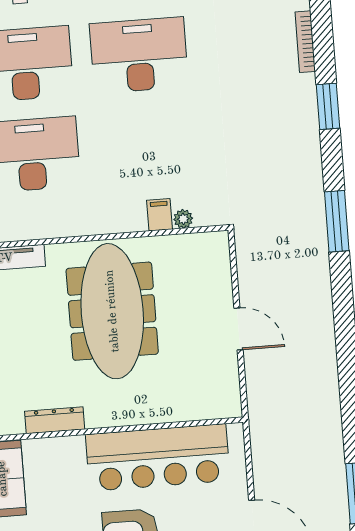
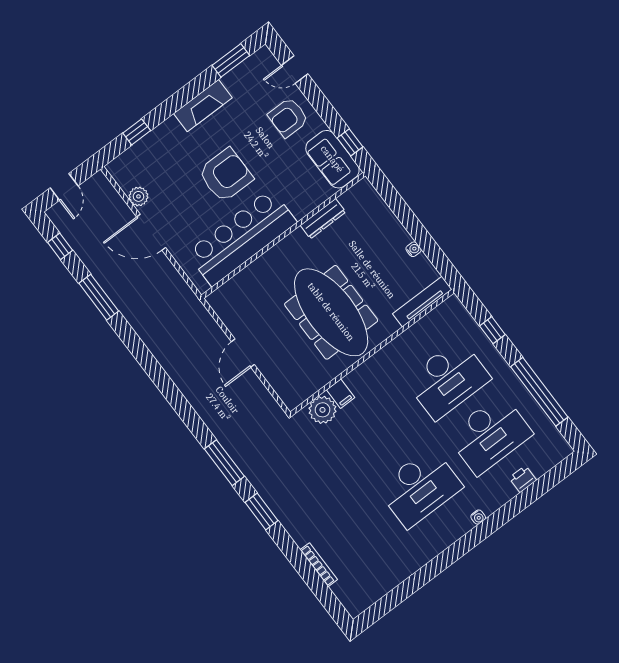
window: (328, 106) -> (261, 512), moved
plant: (183, 219) -> (323, 410), width x1.88, depth x1.88
door: (239, 329) -> (243, 353), hinge flipped

